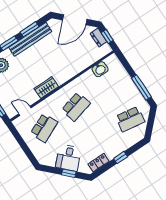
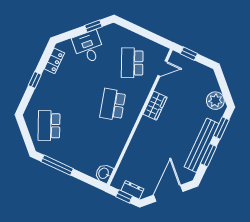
washbasin: (100, 69) -> (104, 173), moved
school desk: (130, 119) -> (49, 126), turned -33
window: (69, 173) -> (93, 26), moved

